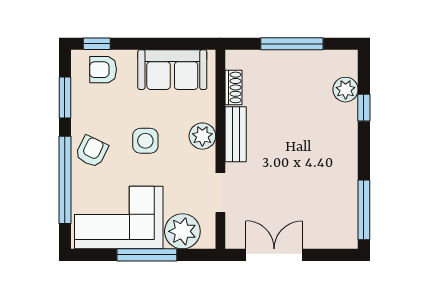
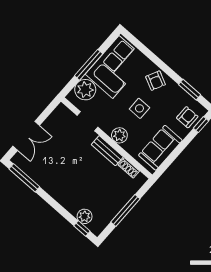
window: (364, 108) -> (82, 228), moved
window: (65, 180) -> (153, 58), removed
double door: (274, 255) -> (26, 136), moved

